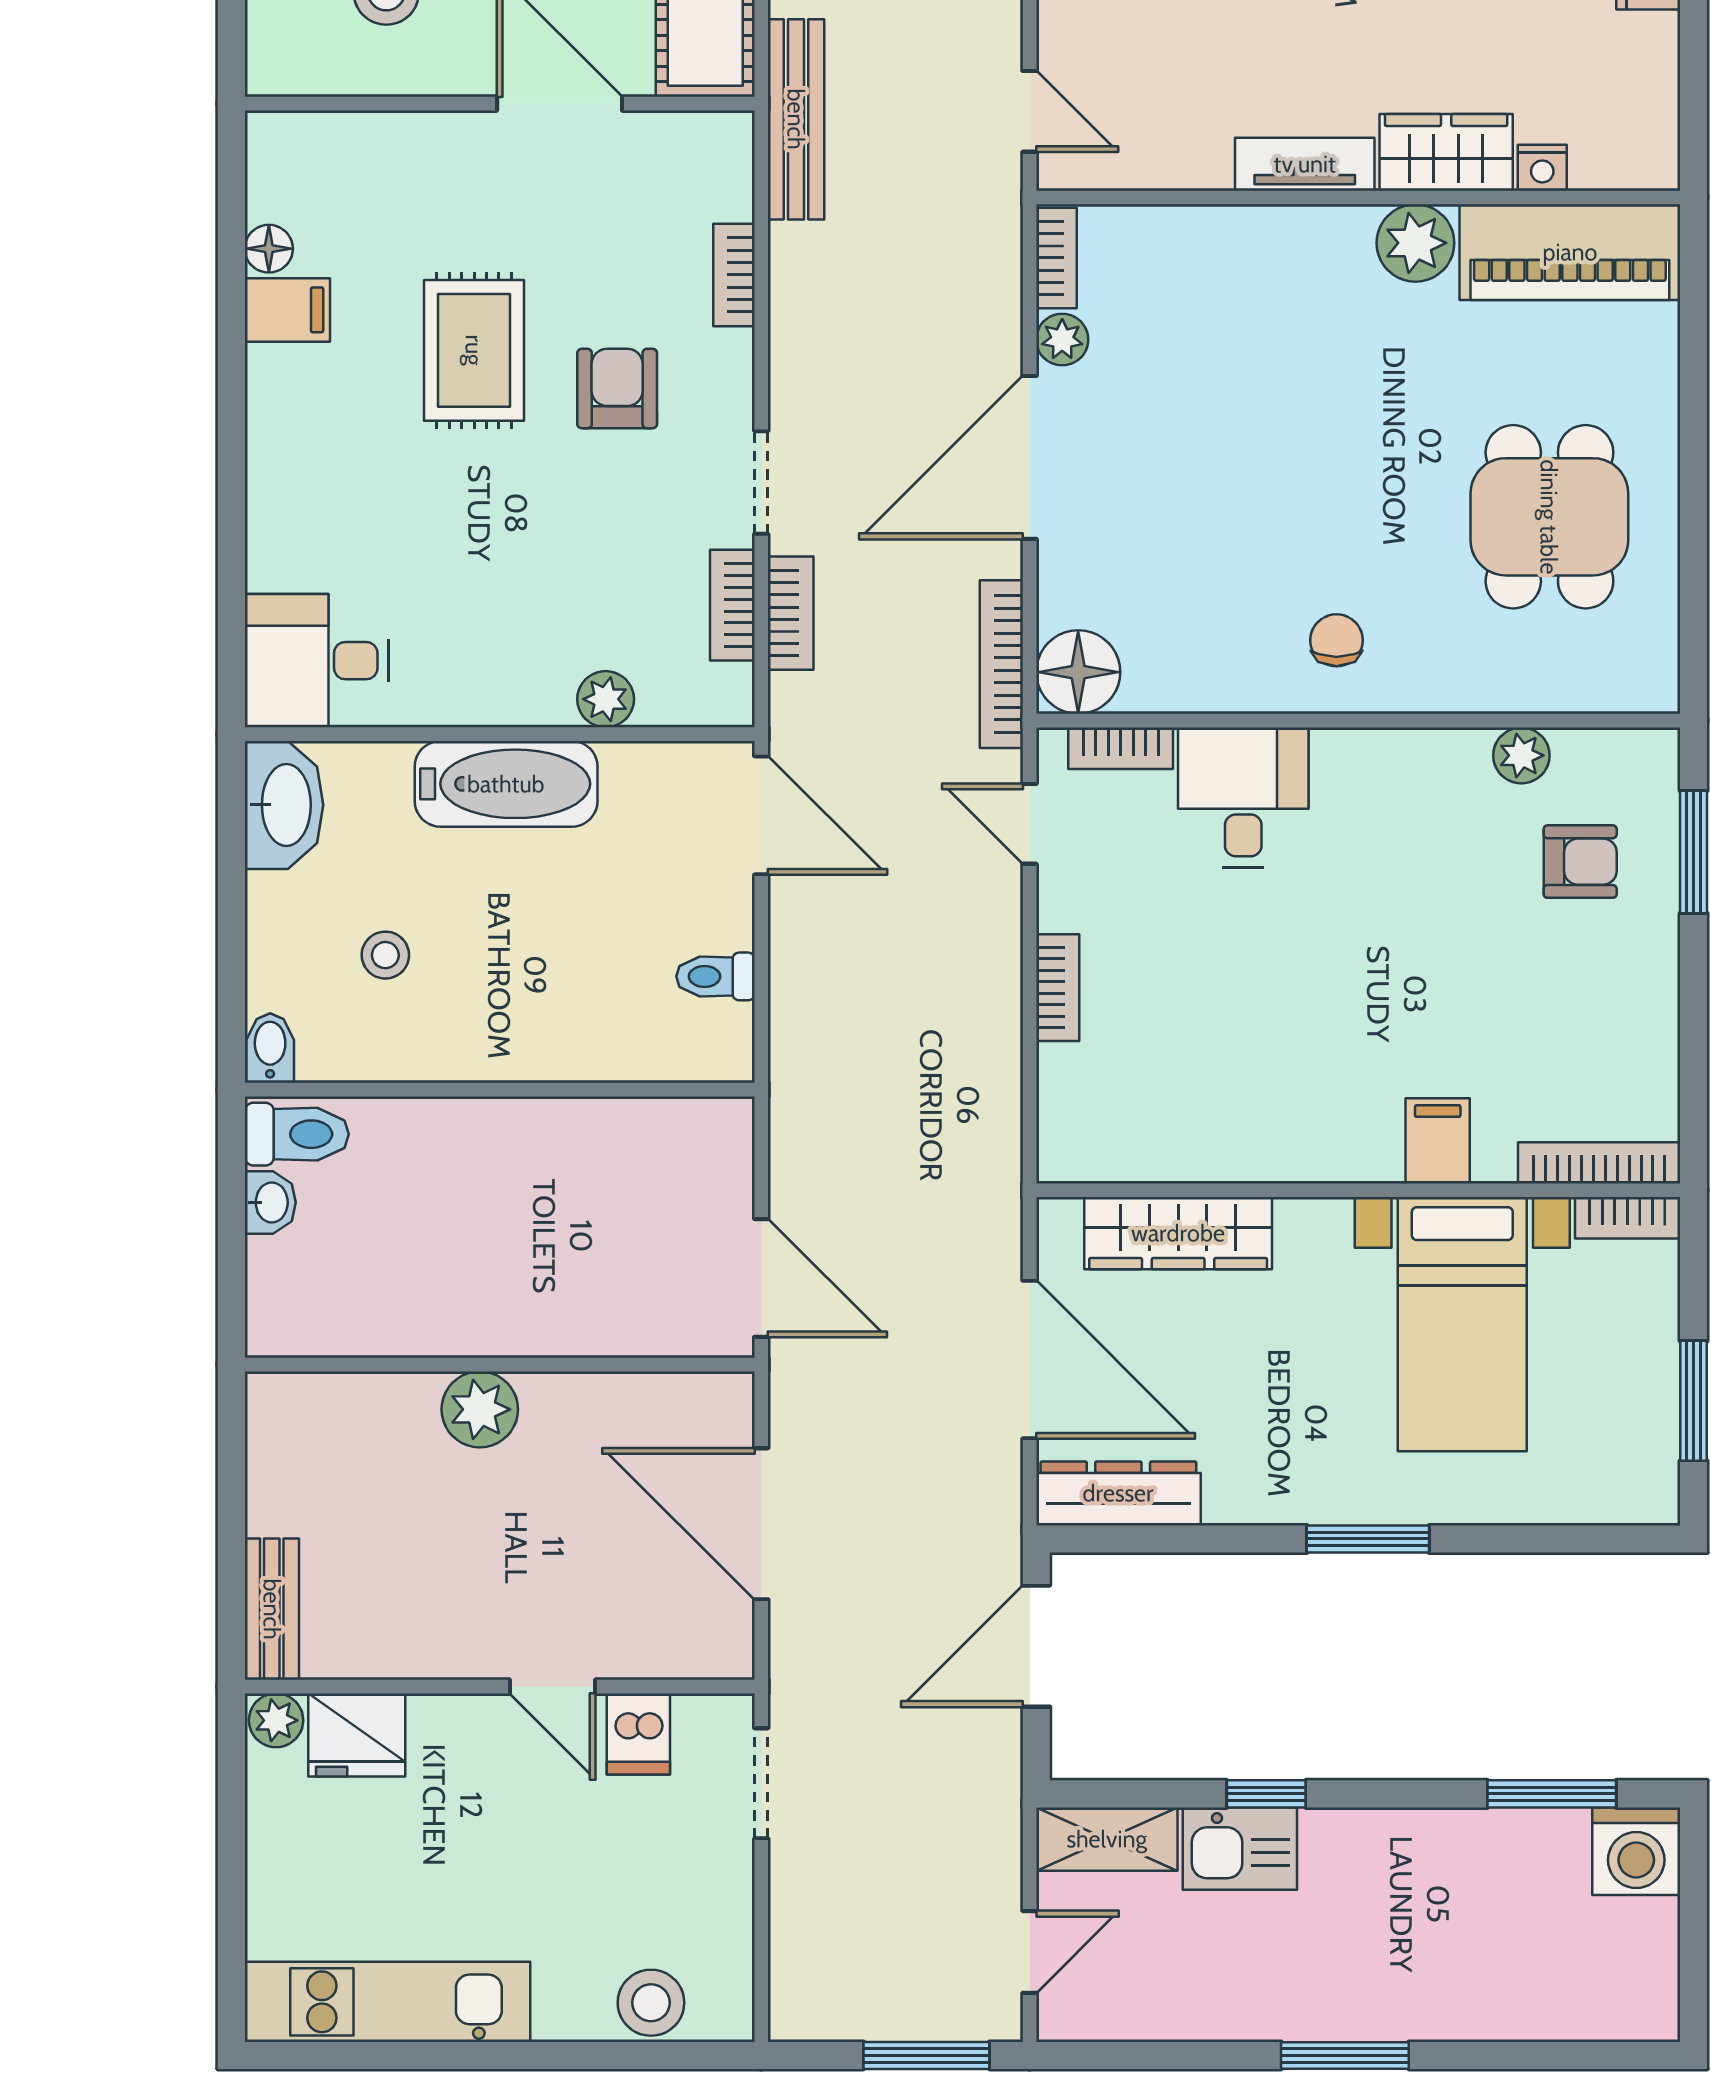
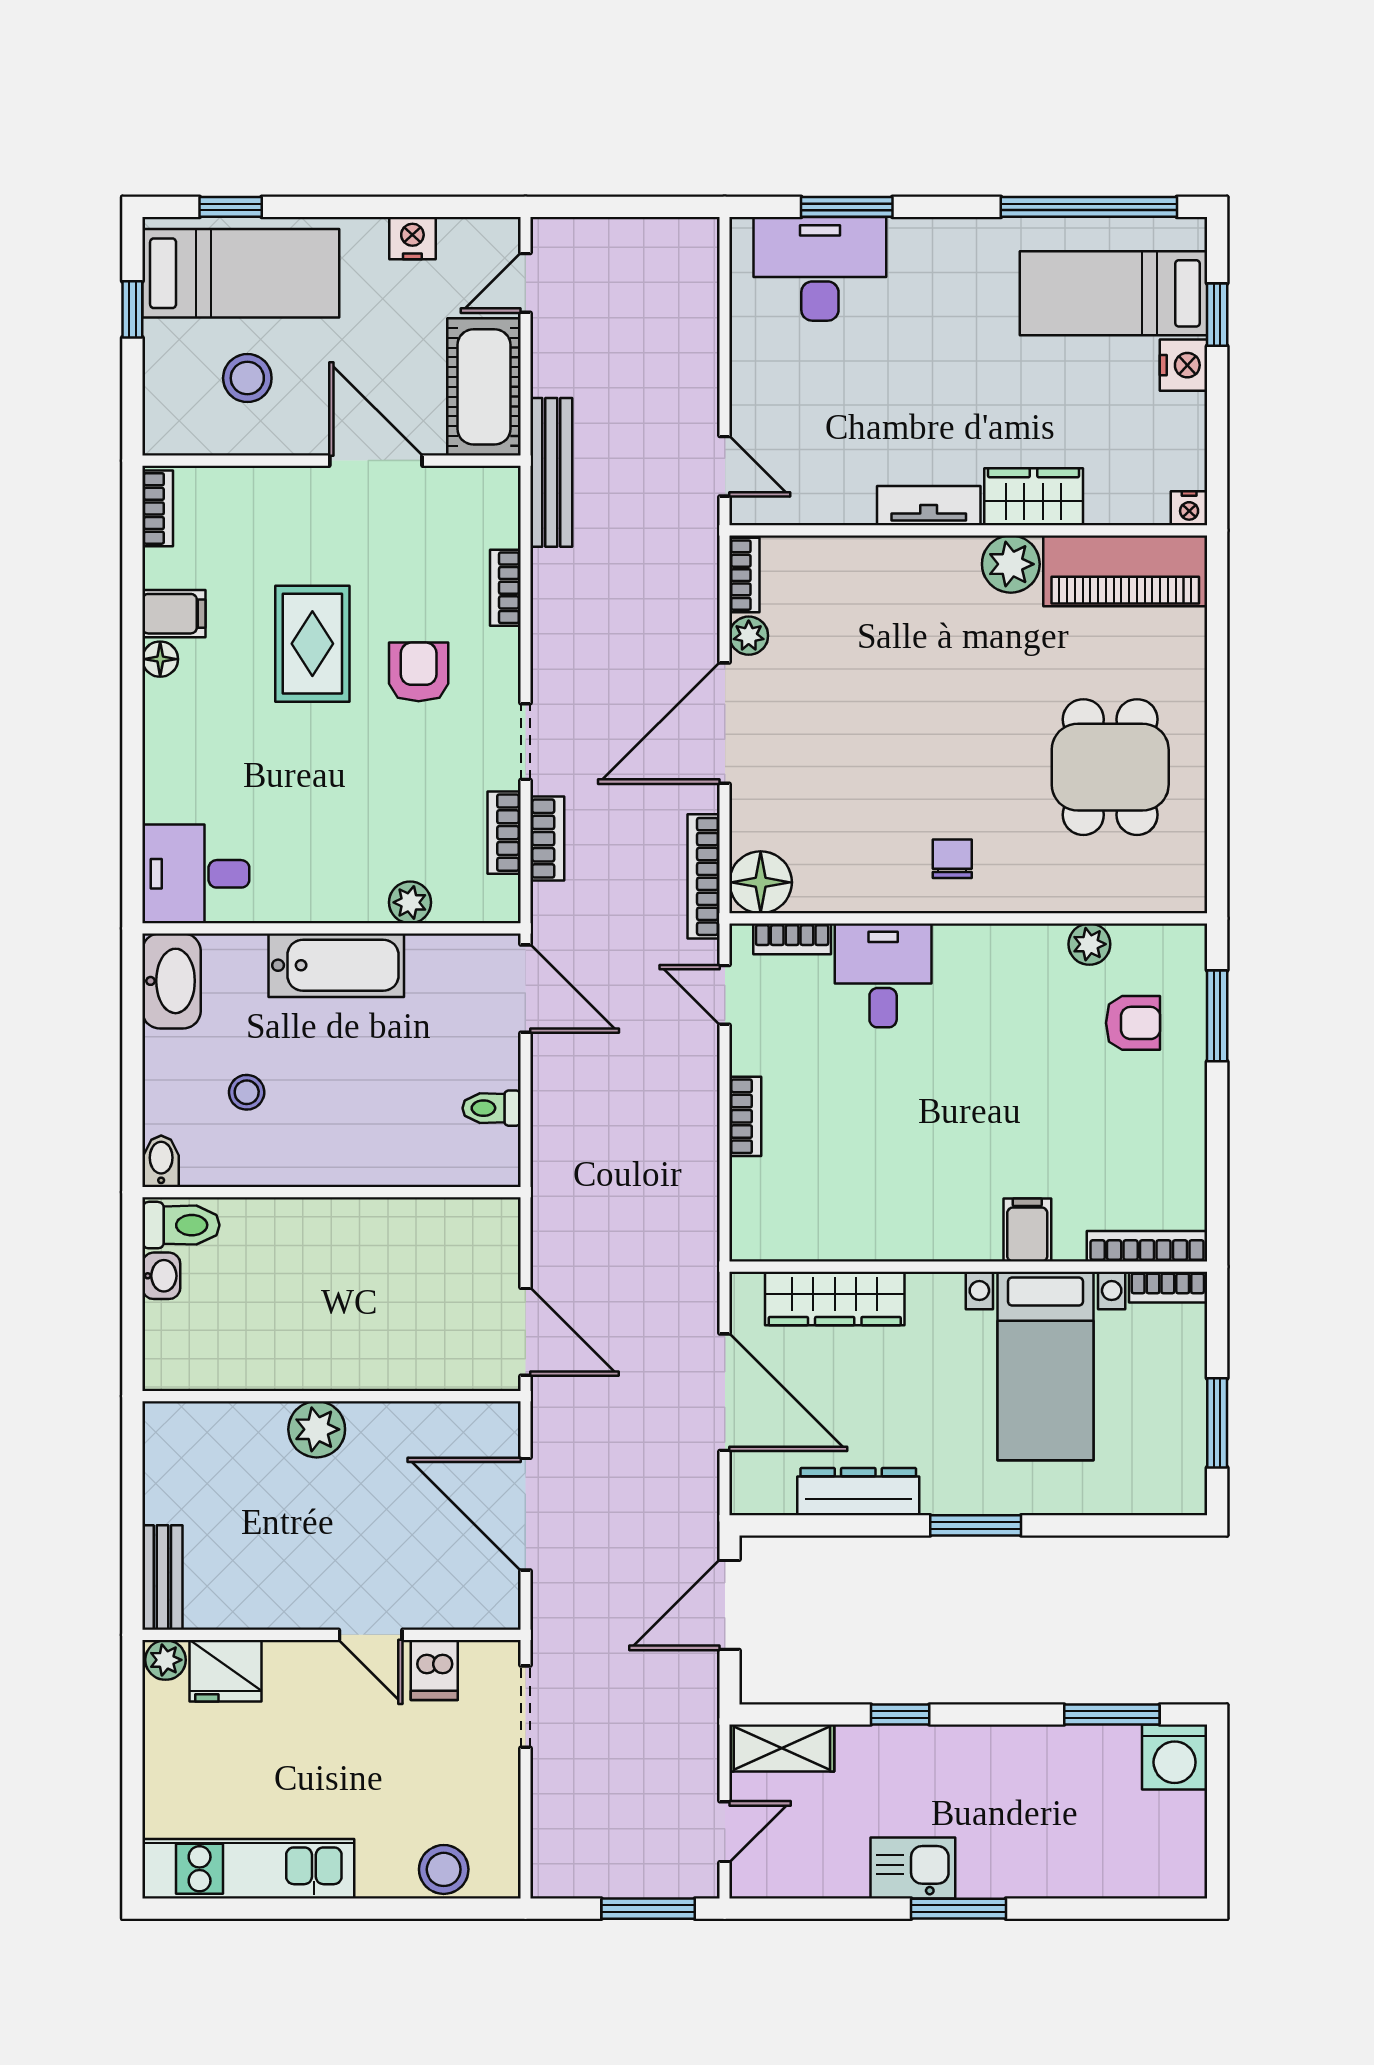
bookcase: (265, 168) -> (158, 508), added
nightstand: (1542, 168) -> (1189, 508), moved
floor lamp: (269, 249) -> (160, 659), moved
dresser: (1118, 1493) -> (858, 1492), moved
kitchen sink: (1240, 1849) -> (913, 1868), moved, turned 180

